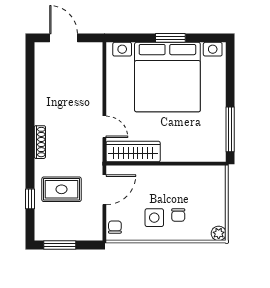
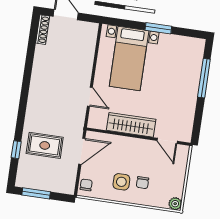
bed with nightstands: (167, 77) -> (129, 59), width x0.54
window: (230, 129) -> (204, 78), moved
shoe rack: (40, 142) -> (43, 30), moved
wardrobe: (133, 152) -> (131, 125), moved
door: (199, 164) -> (167, 141), added

